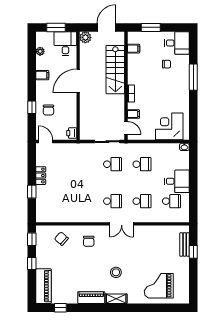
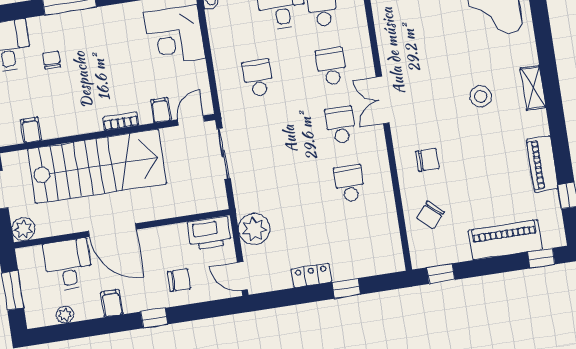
desk: (65, 44) -> (68, 265), moved, turned 90
stairs: (115, 70) -> (97, 166), width x1.36, depth x1.51
window: (32, 107) -> (154, 318), moved
printer: (72, 133) -> (209, 233), width x1.87, depth x1.48
door: (46, 142) -> (242, 276), hinge flipped
plant: (68, 151) -> (254, 229), added
school desk: (112, 164) -> (349, 184), moved
double door: (122, 224) -> (383, 100), swing flipped
window: (32, 264) -> (541, 258), moved
piano: (44, 286) -> (505, 240), moved
piano: (91, 298) -> (542, 164), moved

